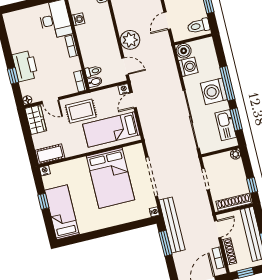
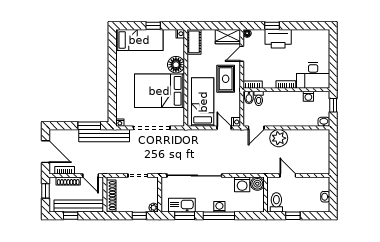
washing machine: (214, 91) -> (219, 207), width x0.53, depth x0.53
floor lamp: (79, 167) -> (176, 65), added
window: (252, 185) -> (139, 216), moved

